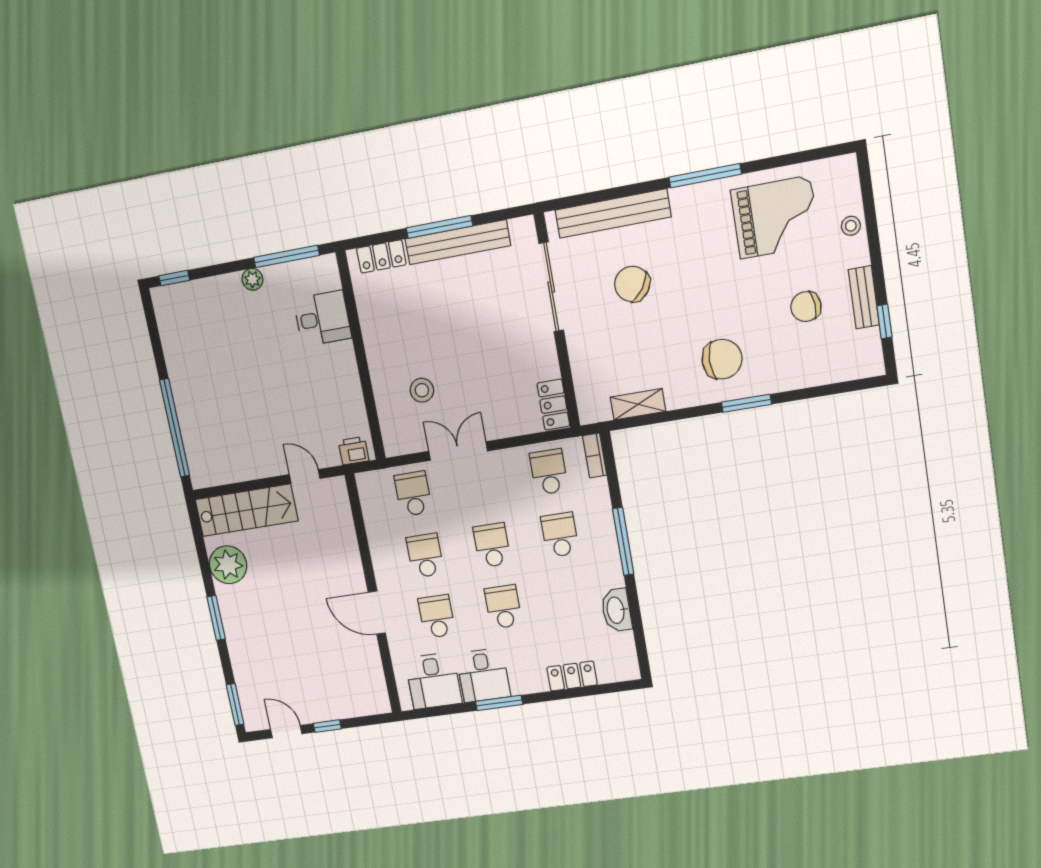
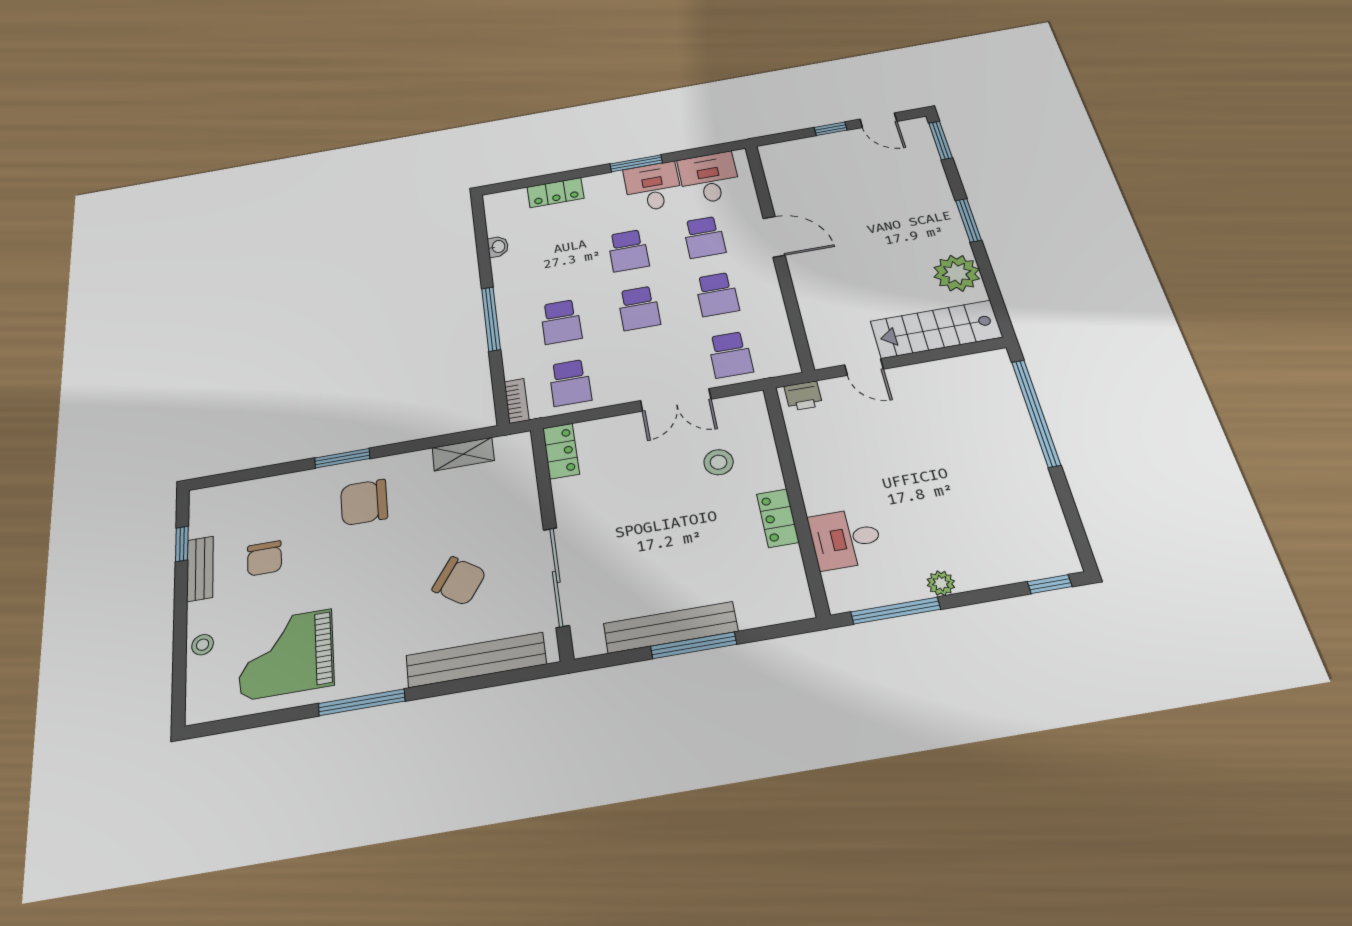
locker: (381, 256) -> (778, 518), moved, turned -90
chair: (806, 307) -> (264, 558), turned 95
washbasin: (616, 610) -> (498, 247), width x0.52, depth x0.69

